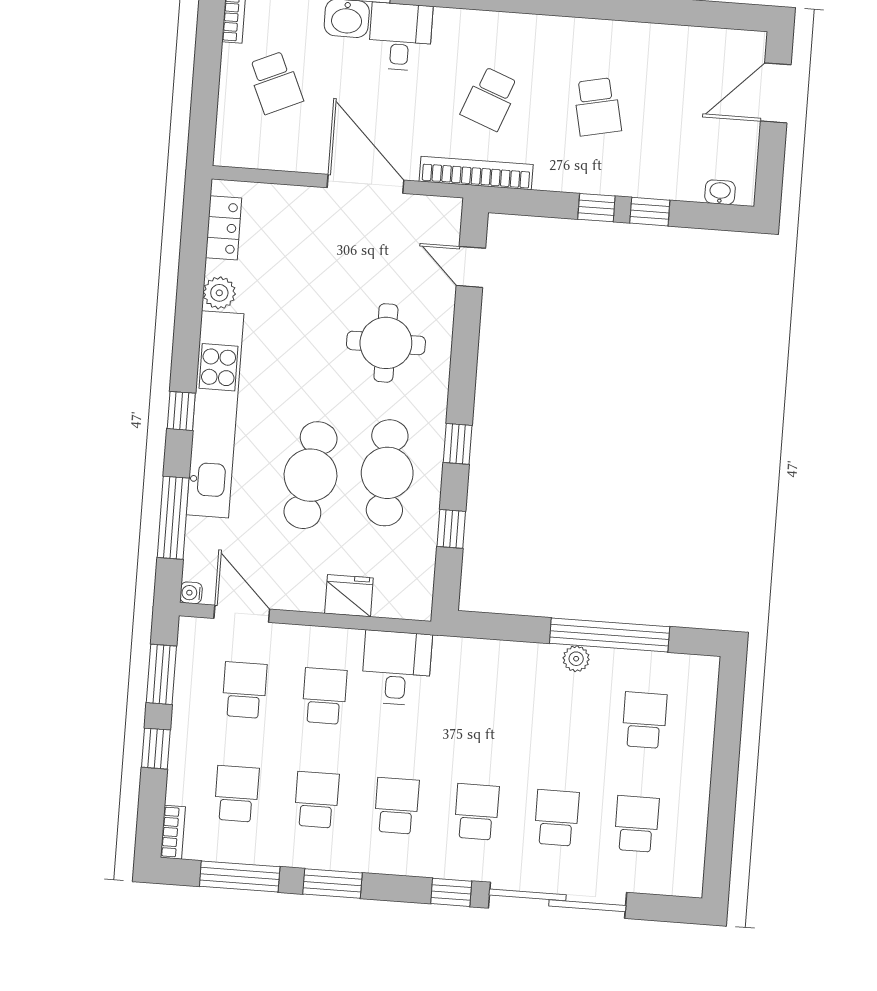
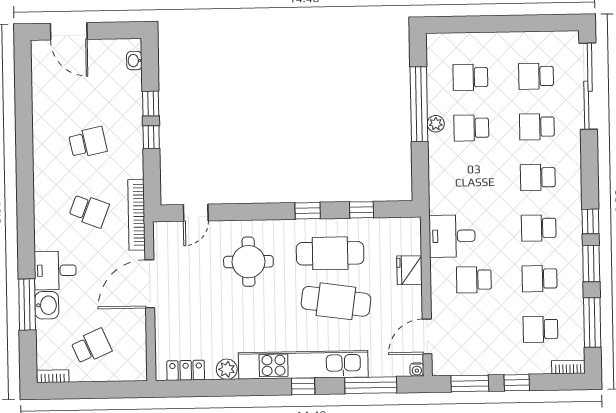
school desk: (244, 690) -> (471, 128), moved
window: (451, 892) -> (590, 221), moved
sliding door: (557, 900) -> (588, 86), moved

